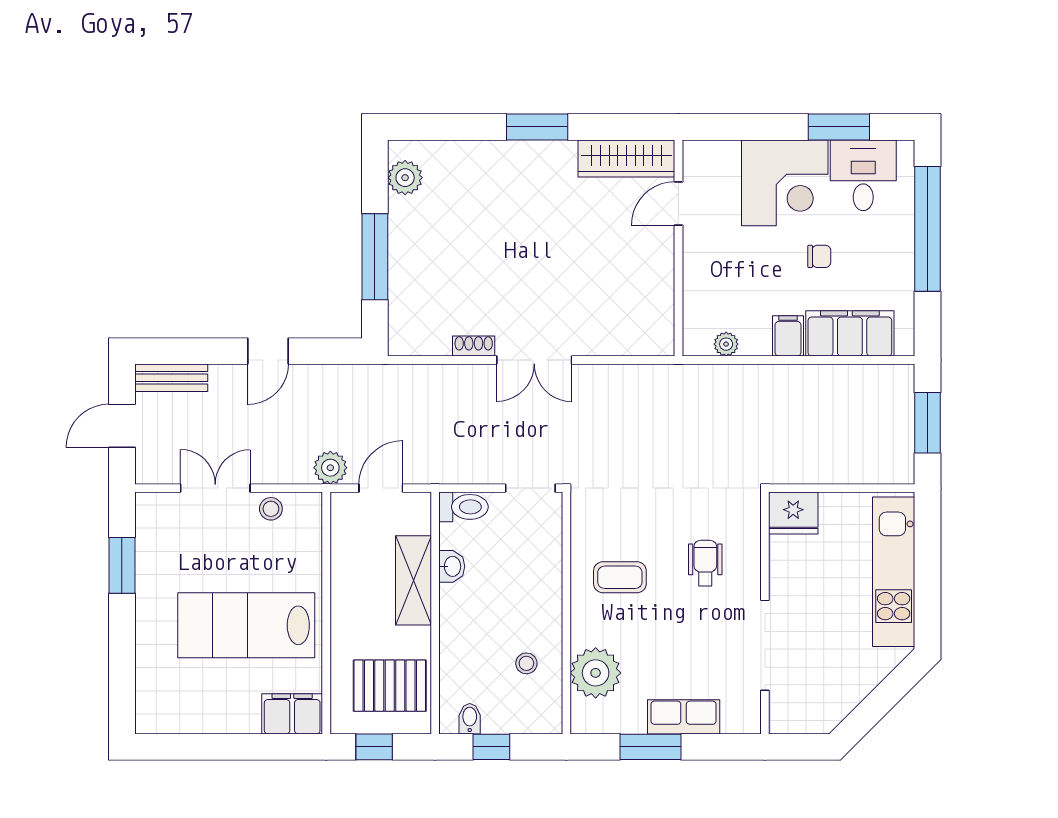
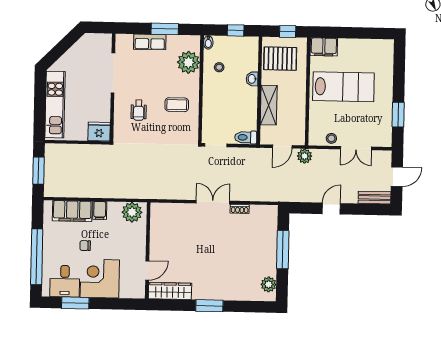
plant: (726, 344) -> (132, 212), width x1.88, depth x1.88
washbasin: (452, 566) -> (252, 79), moved
bidet: (470, 719) -> (208, 42), moved

